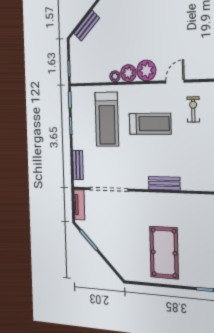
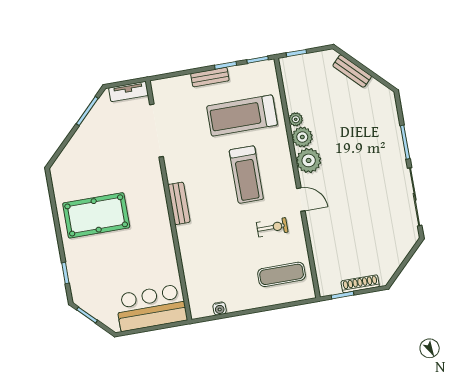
bench: (78, 165) -> (210, 77), moved

